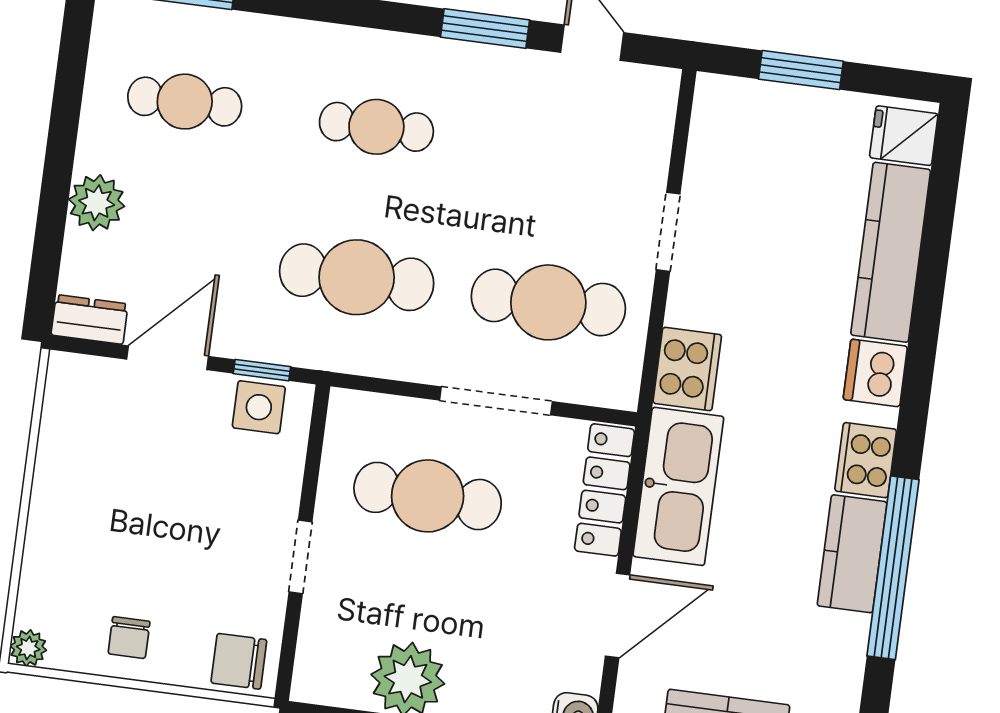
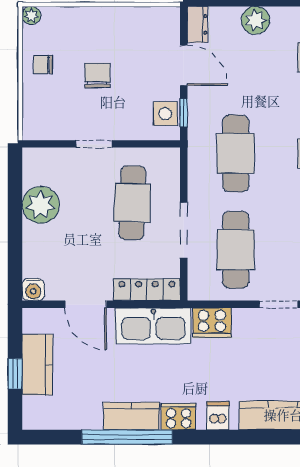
dishwasher: (875, 373) -> (218, 416), width x0.73
chair: (239, 661) -> (97, 75), moved

